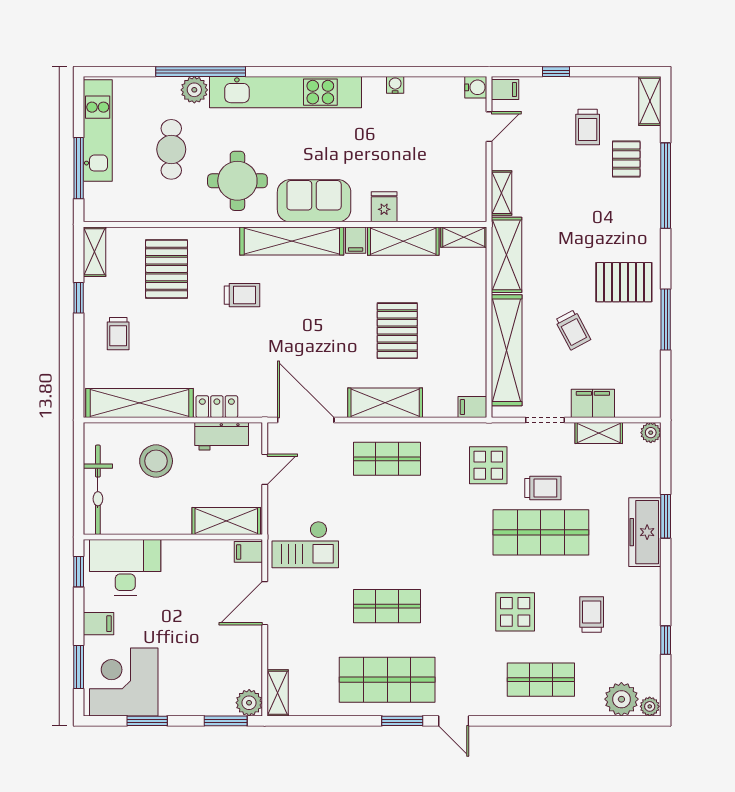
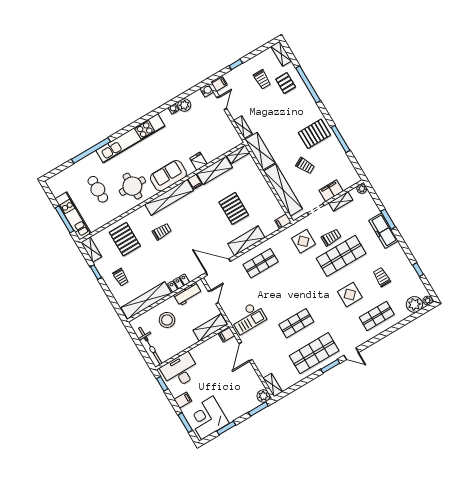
plant: (194, 90) -> (184, 105), moved
kitchen unit: (98, 131) -> (73, 216), moved

